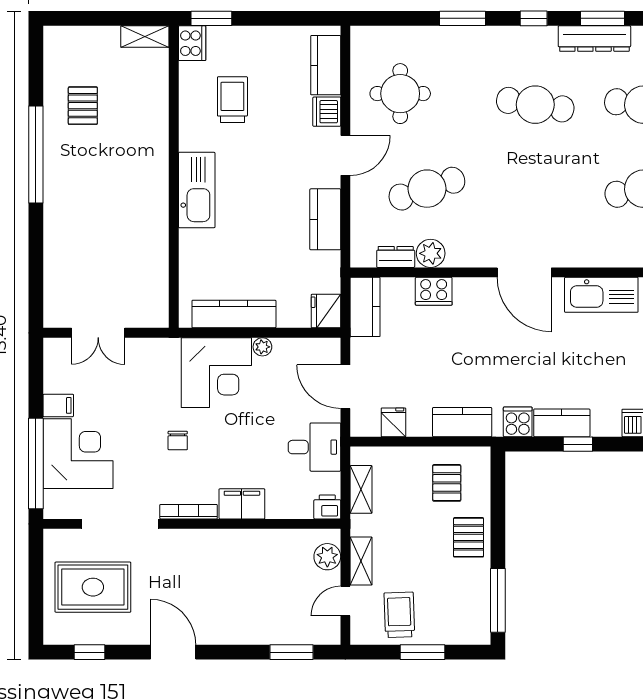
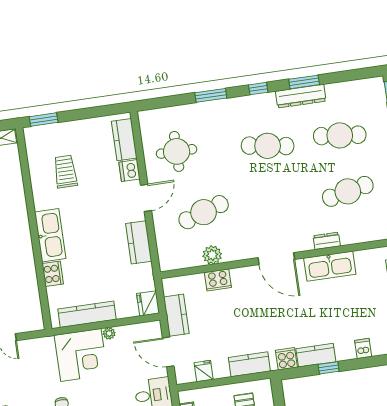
cooker: (192, 43) -> (53, 274), moved
dresser: (396, 257) -> (327, 241), moved
kitchen counter: (365, 307) -> (176, 315), moved

